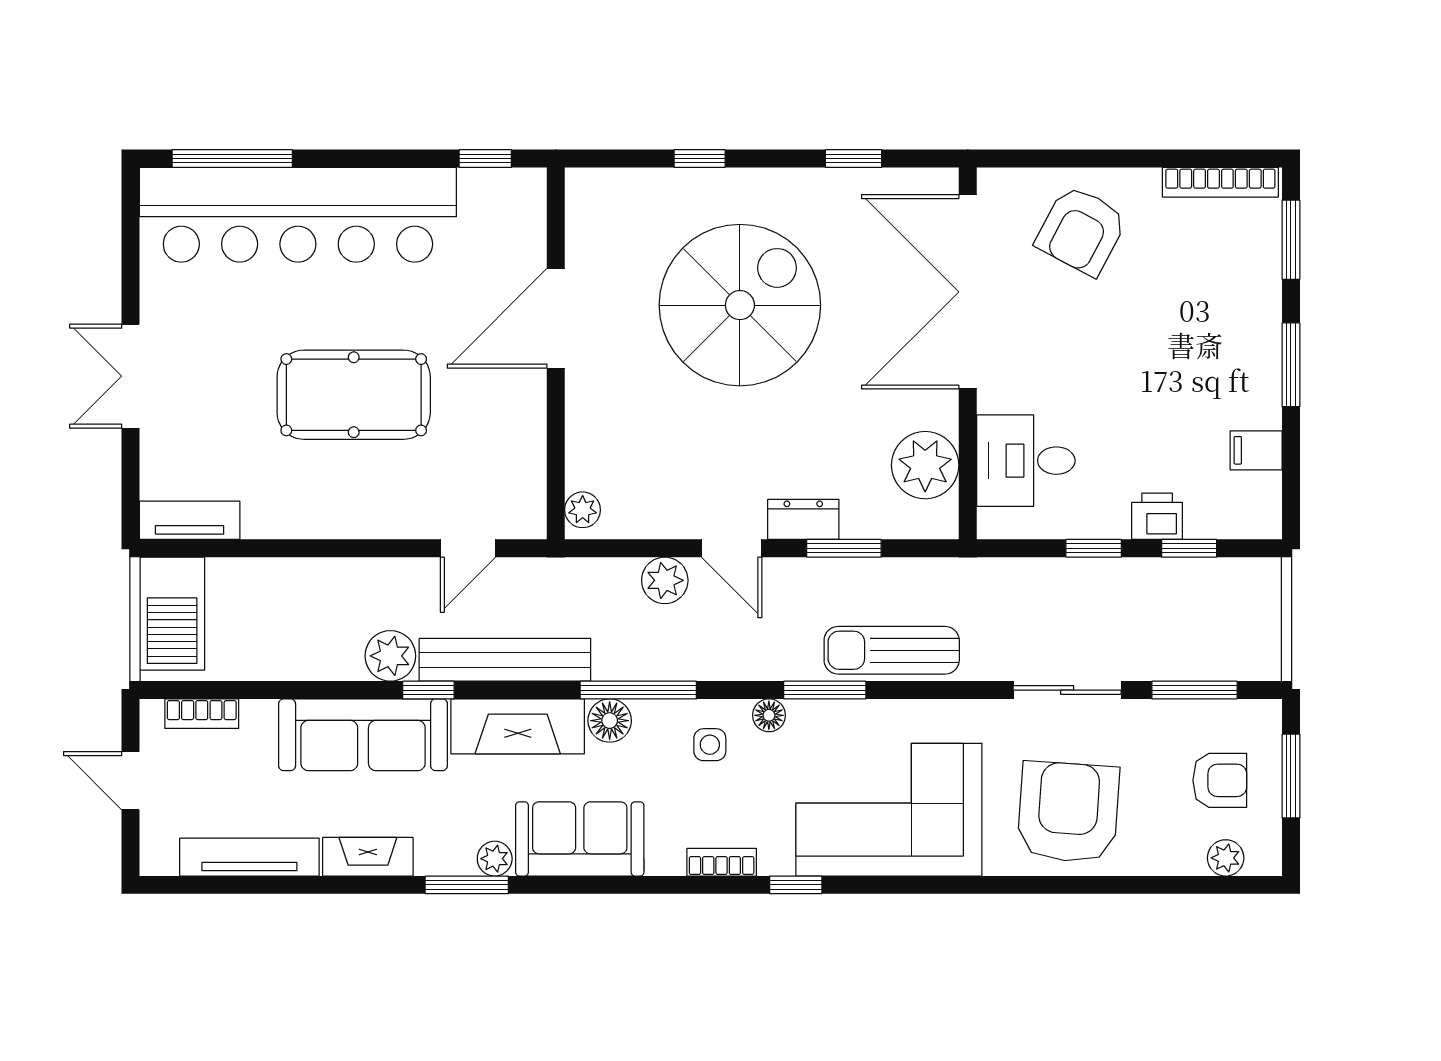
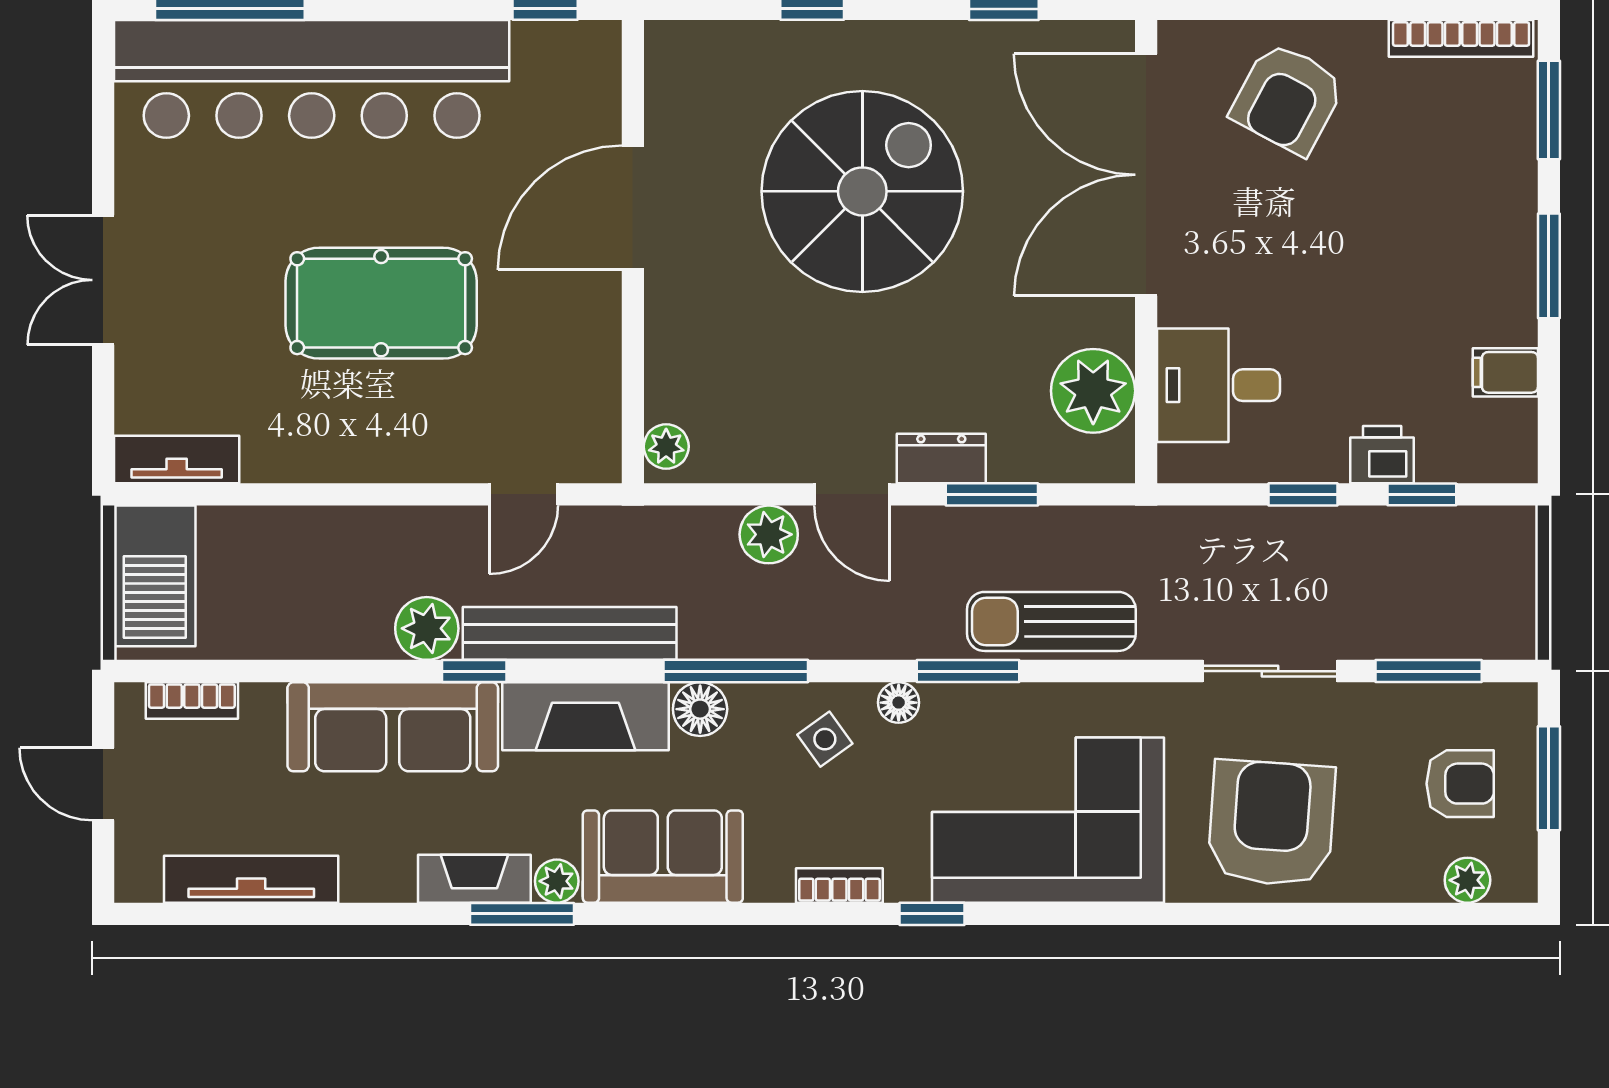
side table: (710, 745) -> (825, 739), turned -36
fireplace: (368, 857) -> (474, 879), moved

